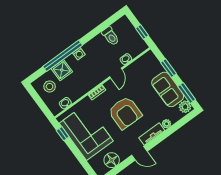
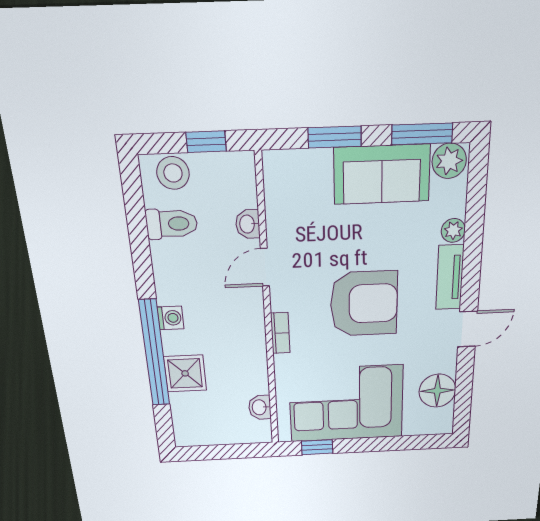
door: (116, 73) -> (265, 267), swing flipped
stool: (50, 87) -> (173, 173), moved

